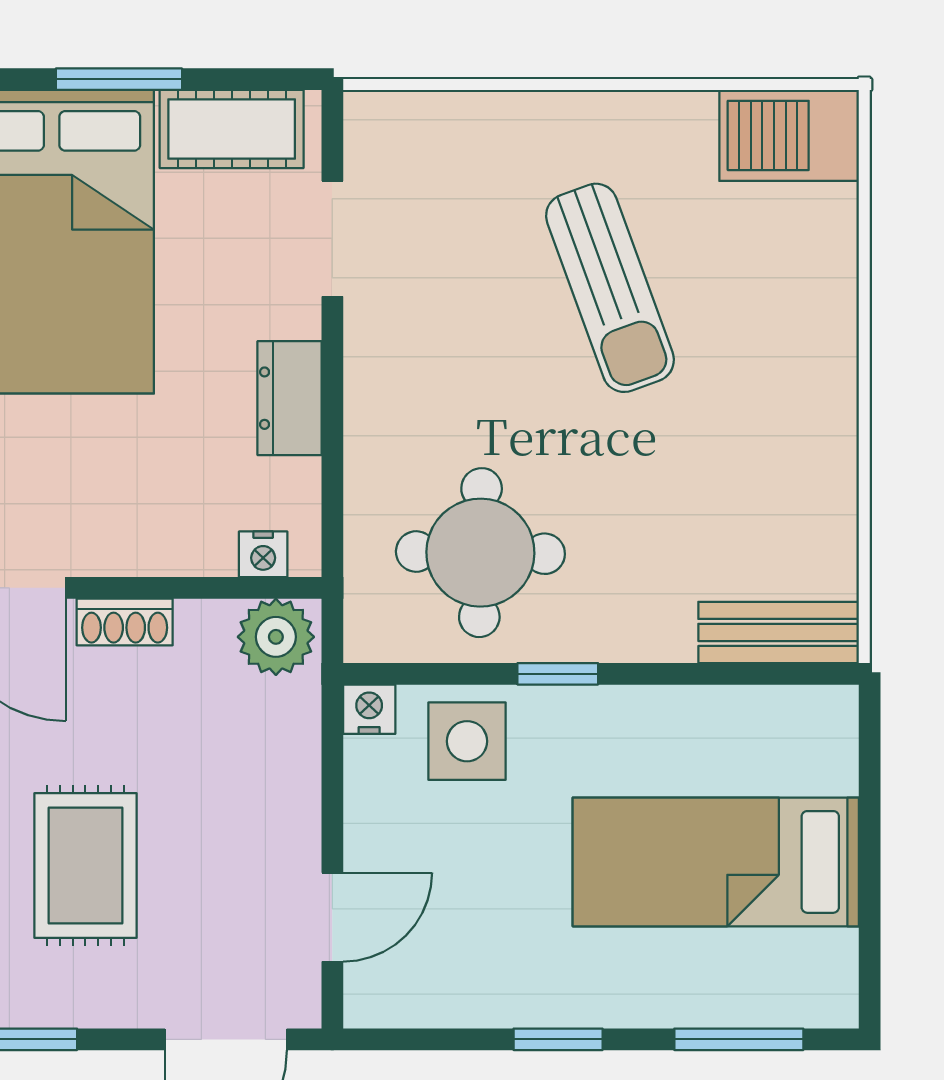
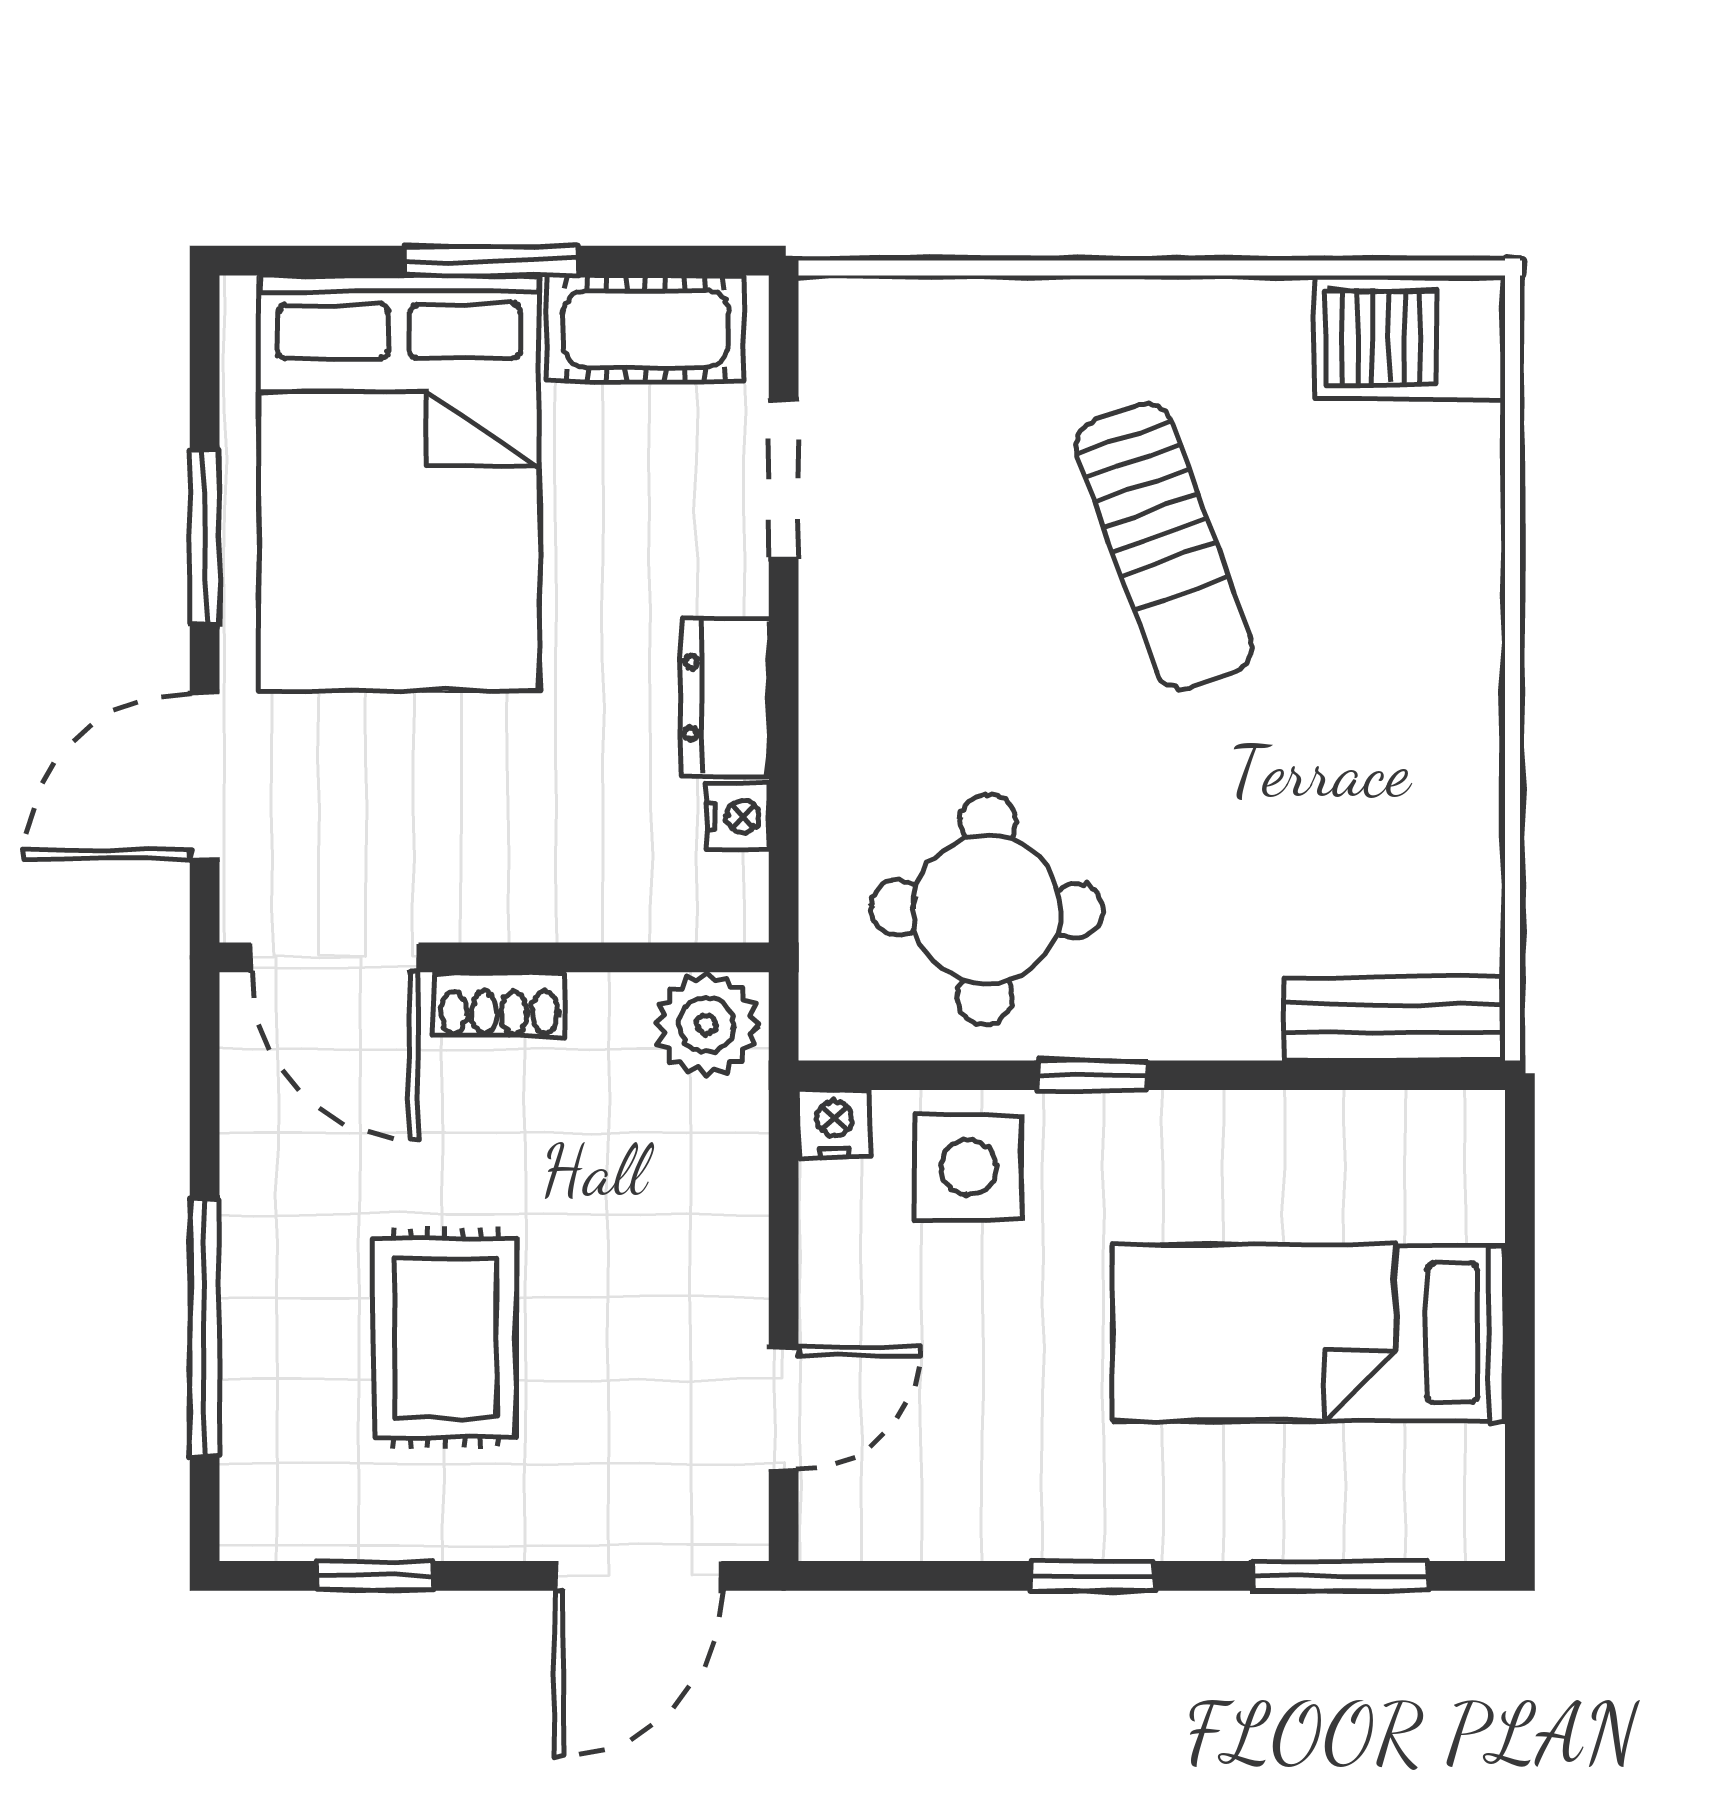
nightstand: (263, 554) -> (738, 817), moved, turned -90

